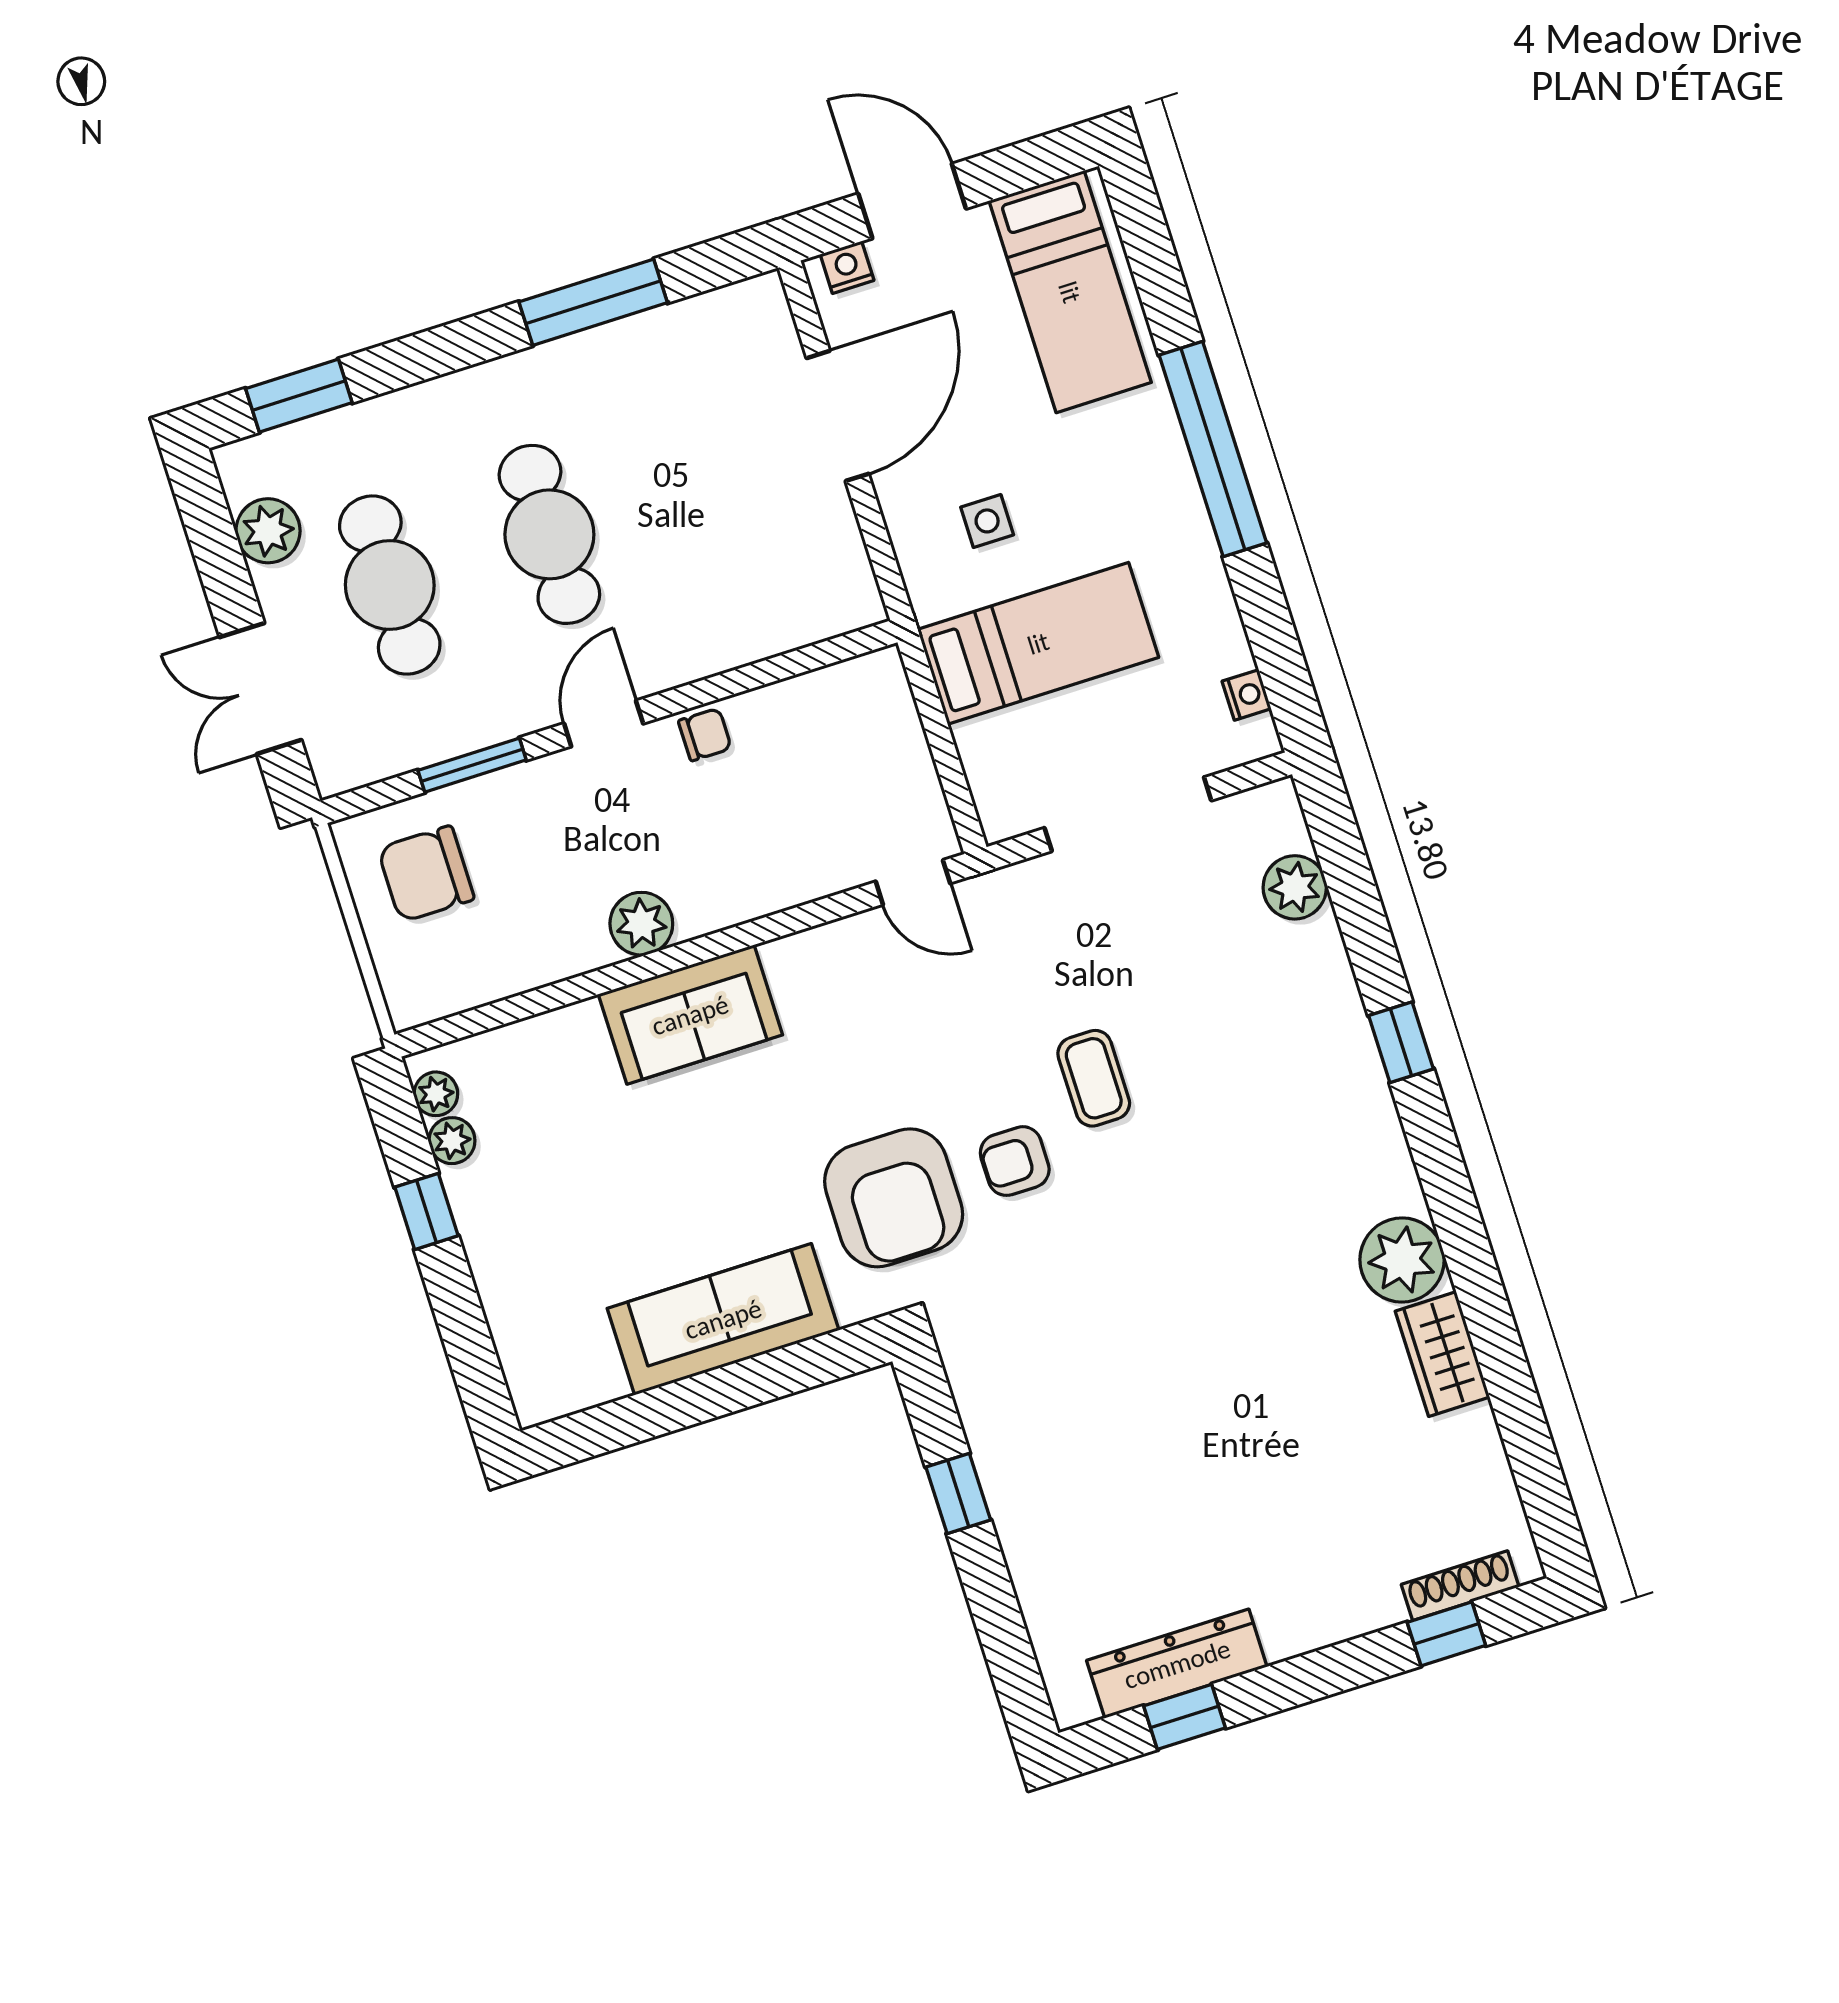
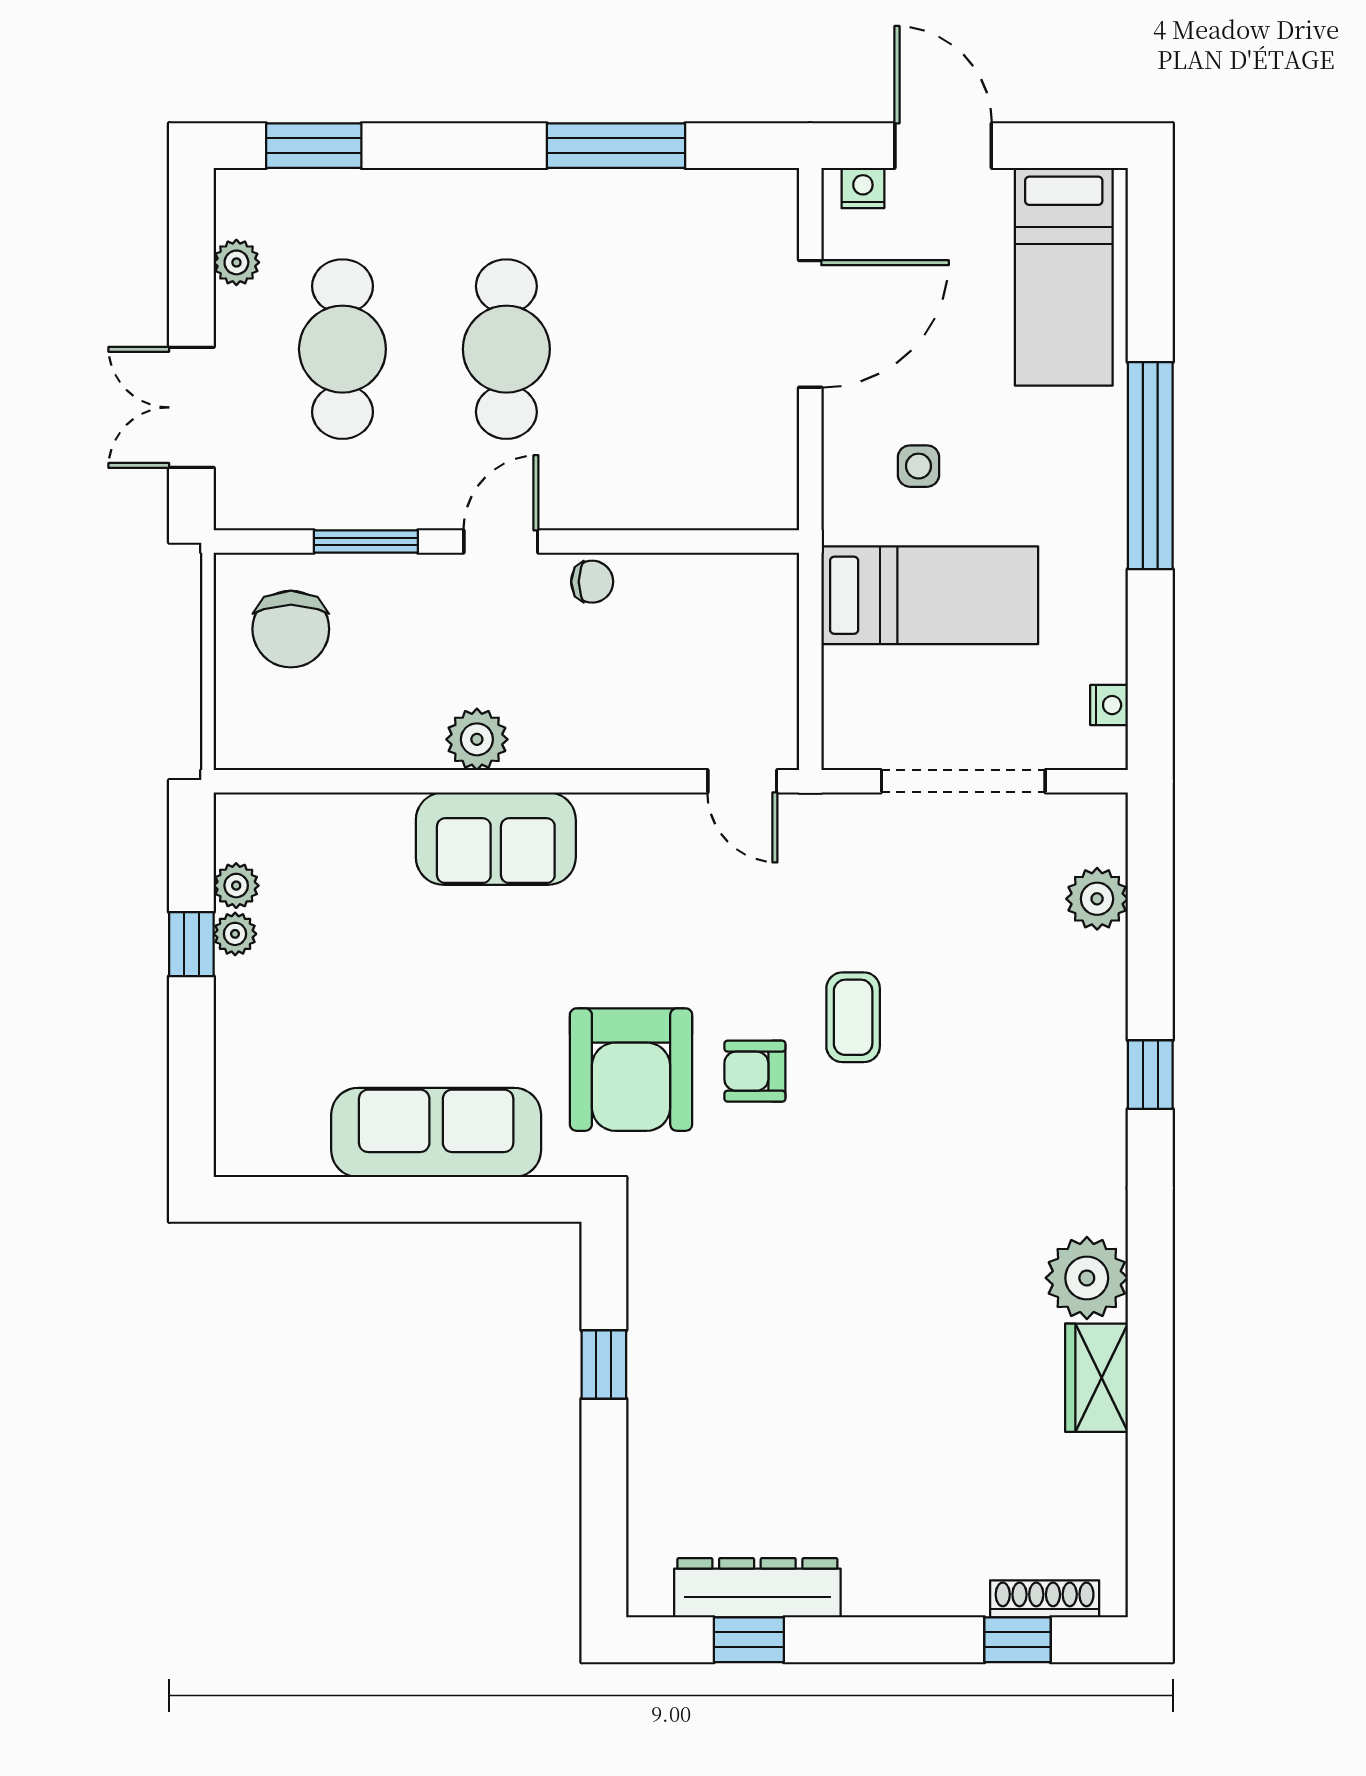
plant: (268, 531) -> (236, 262), width x0.73, depth x0.73
chair: (426, 874) -> (291, 629), turned -90
plant: (436, 1094) -> (235, 934), moved

